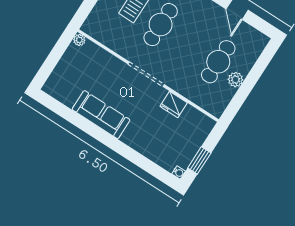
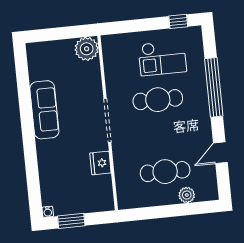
plant: (79, 40) -> (87, 49), width x1.88, depth x1.88
plant: (236, 80) -> (187, 195), moved

